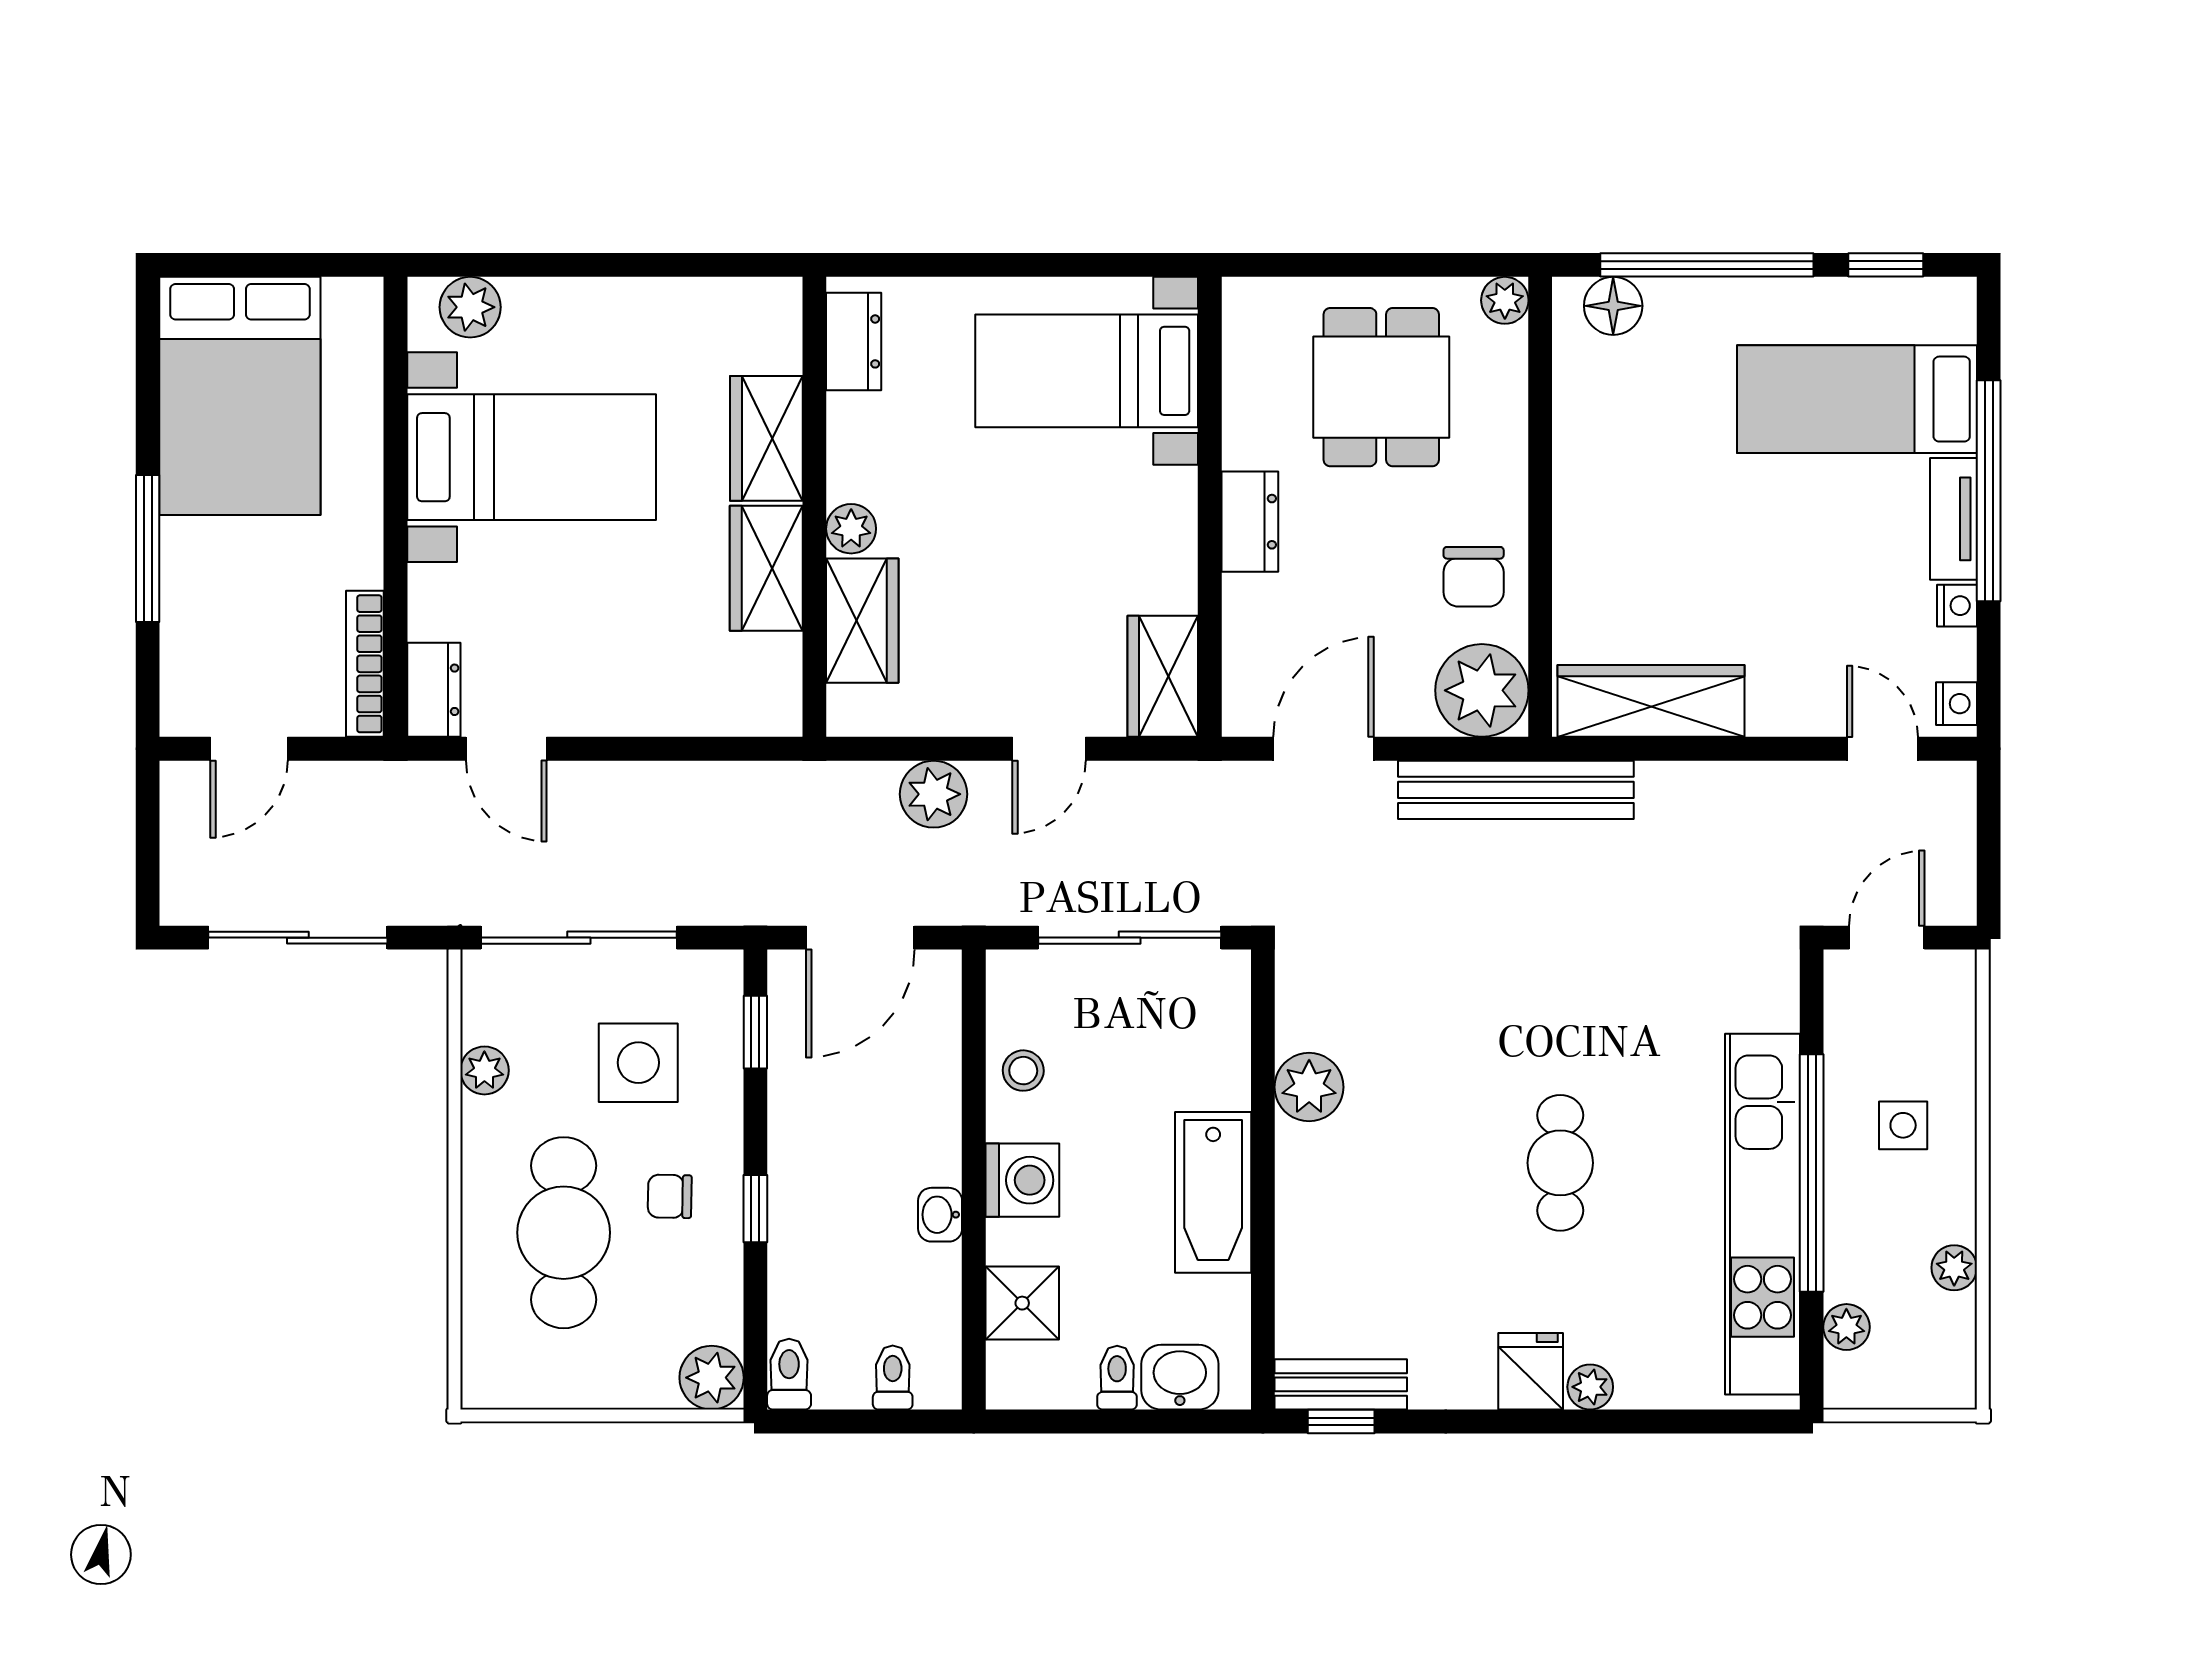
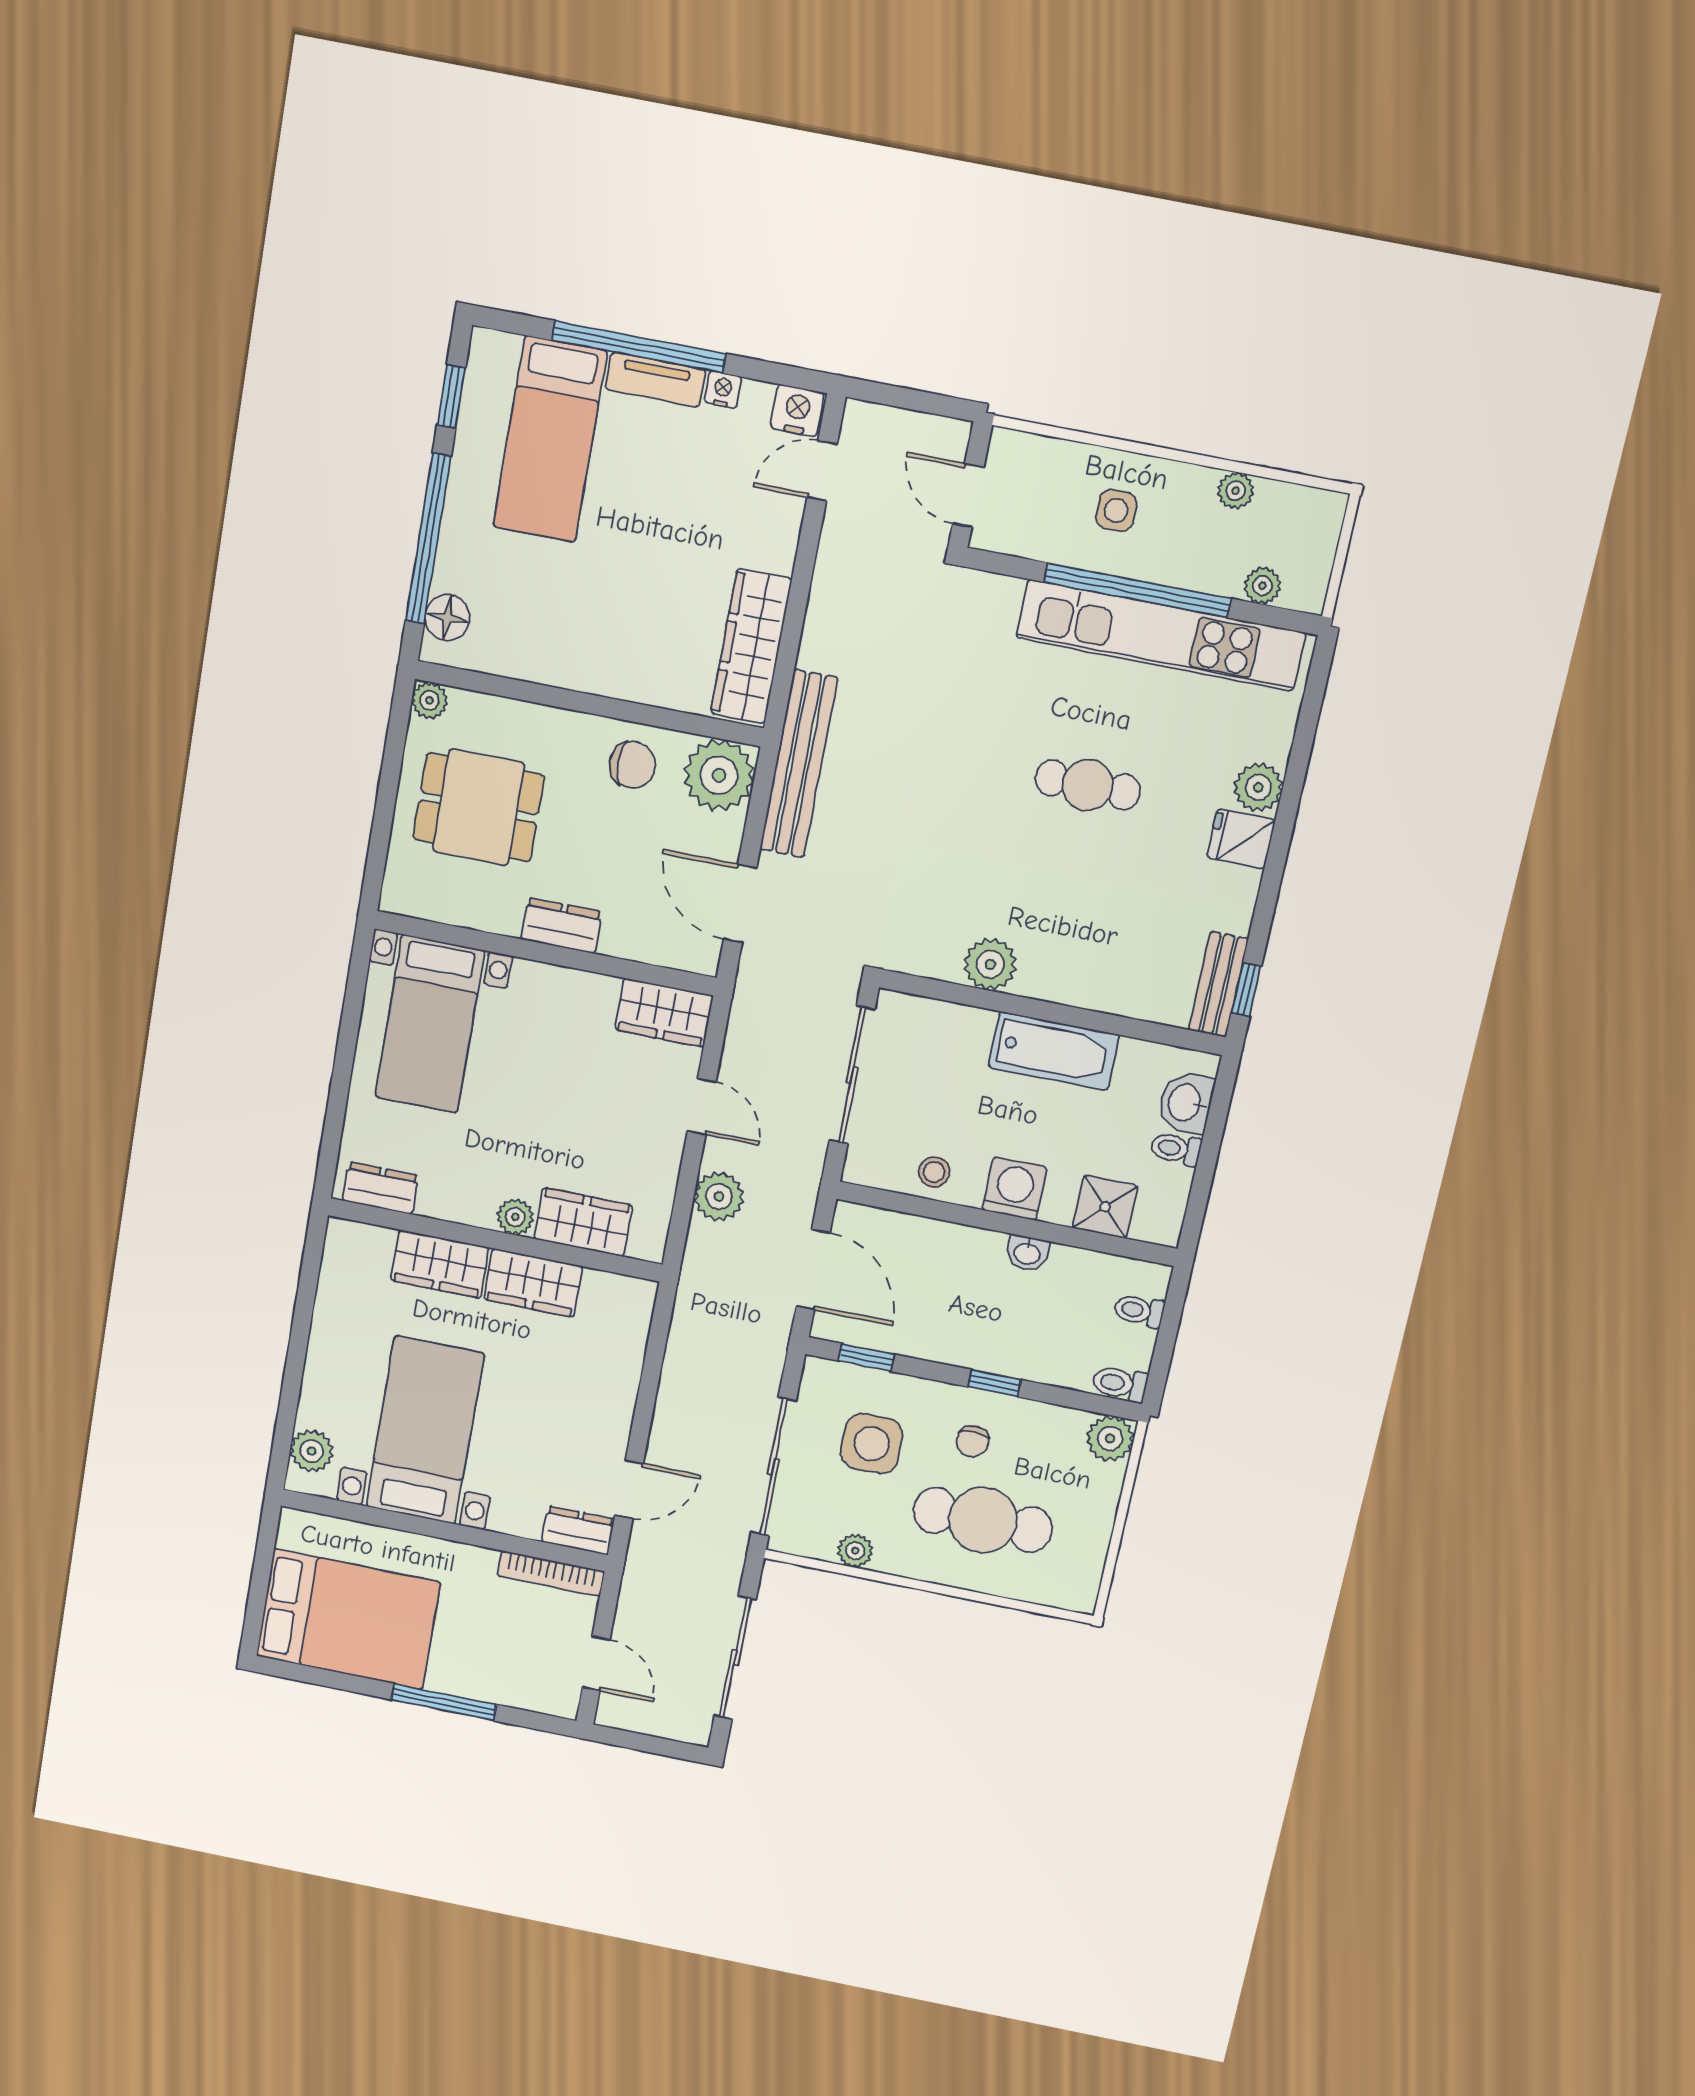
nightstand: (1956, 704) -> (797, 410), width x1.39, depth x1.35
plant: (1590, 1387) -> (1258, 787), width x1.38, depth x1.38

